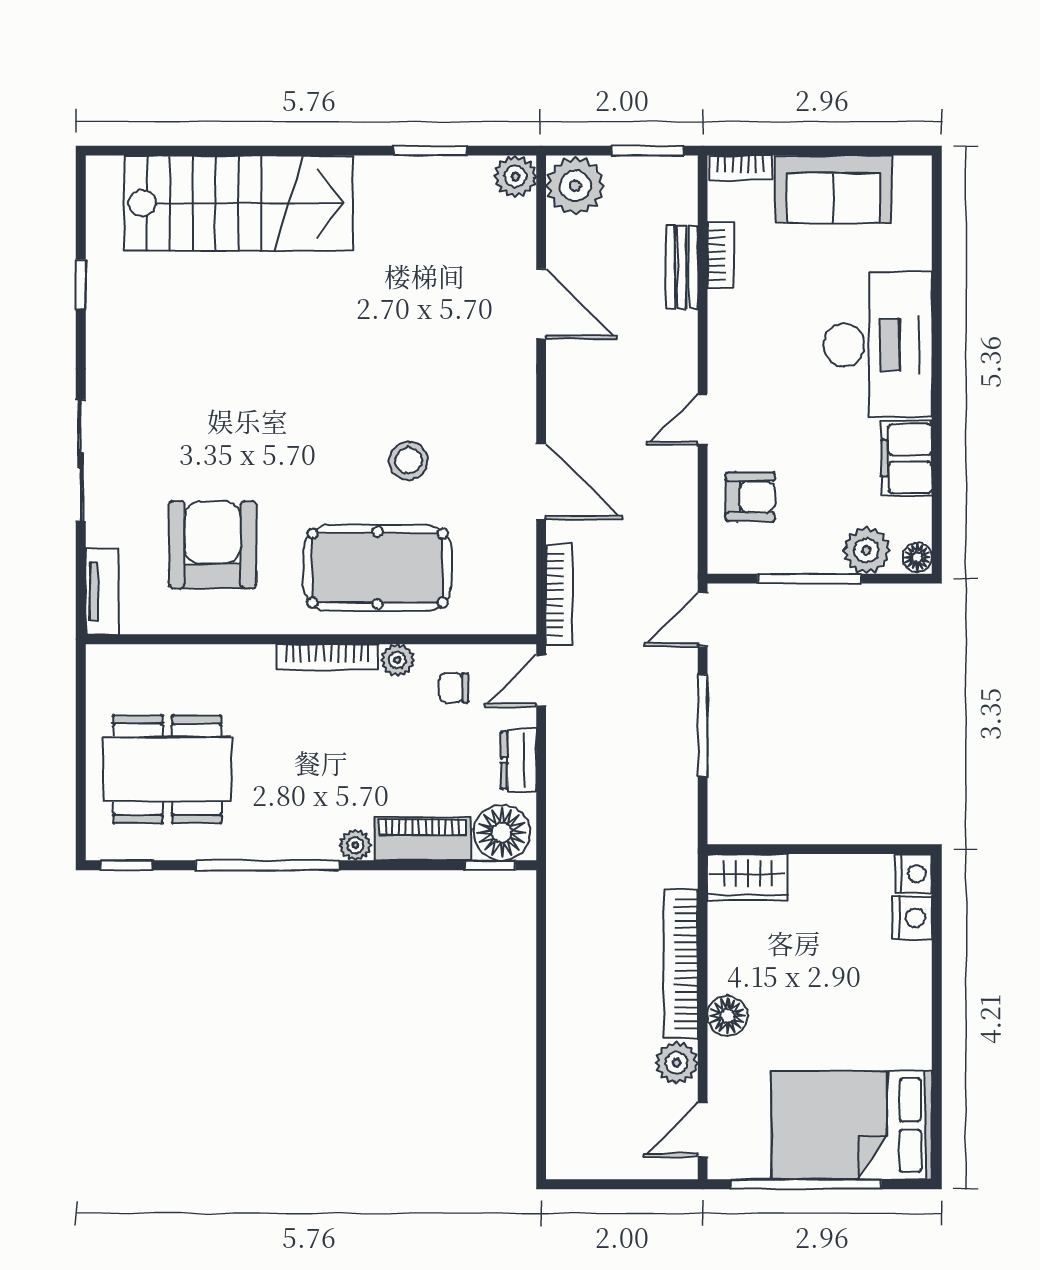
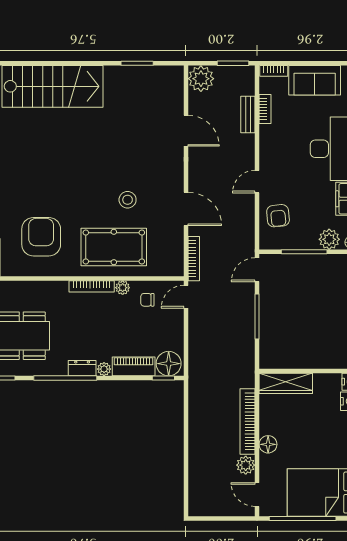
plant: (515, 176) -> (175, 74), removed
armchair: (750, 497) -> (278, 216), turned 84
dresser: (519, 760) -> (82, 368), moved, turned 90
wardrobe: (748, 877) -> (286, 383), width x1.50
door: (703, 1130) -> (257, 495), hinge flipped

